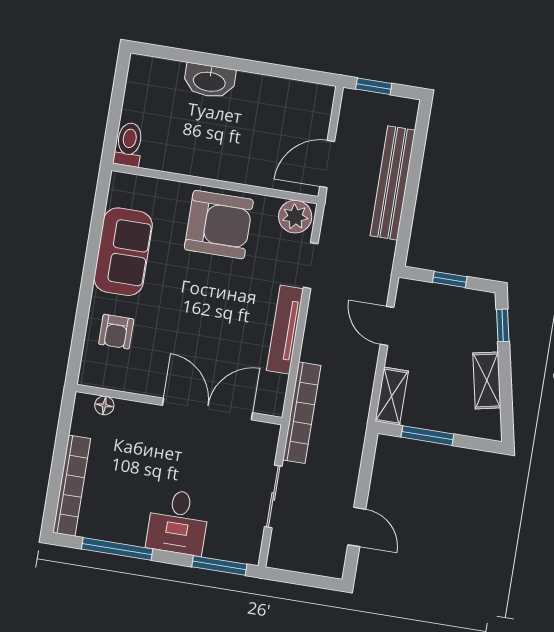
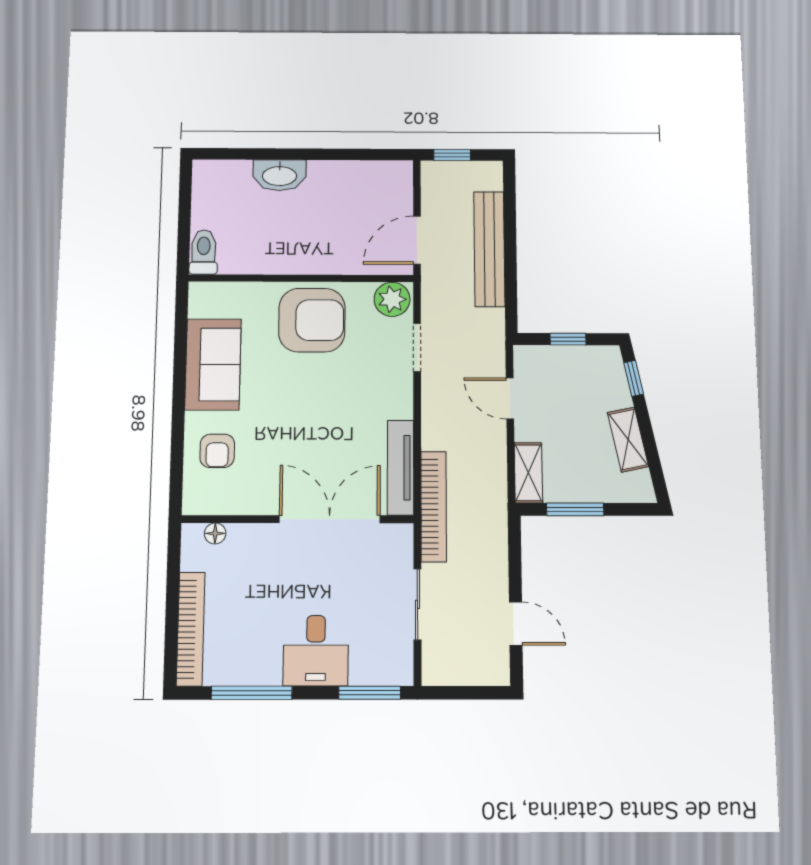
tv unit: (285, 330) -> (401, 468), moved

